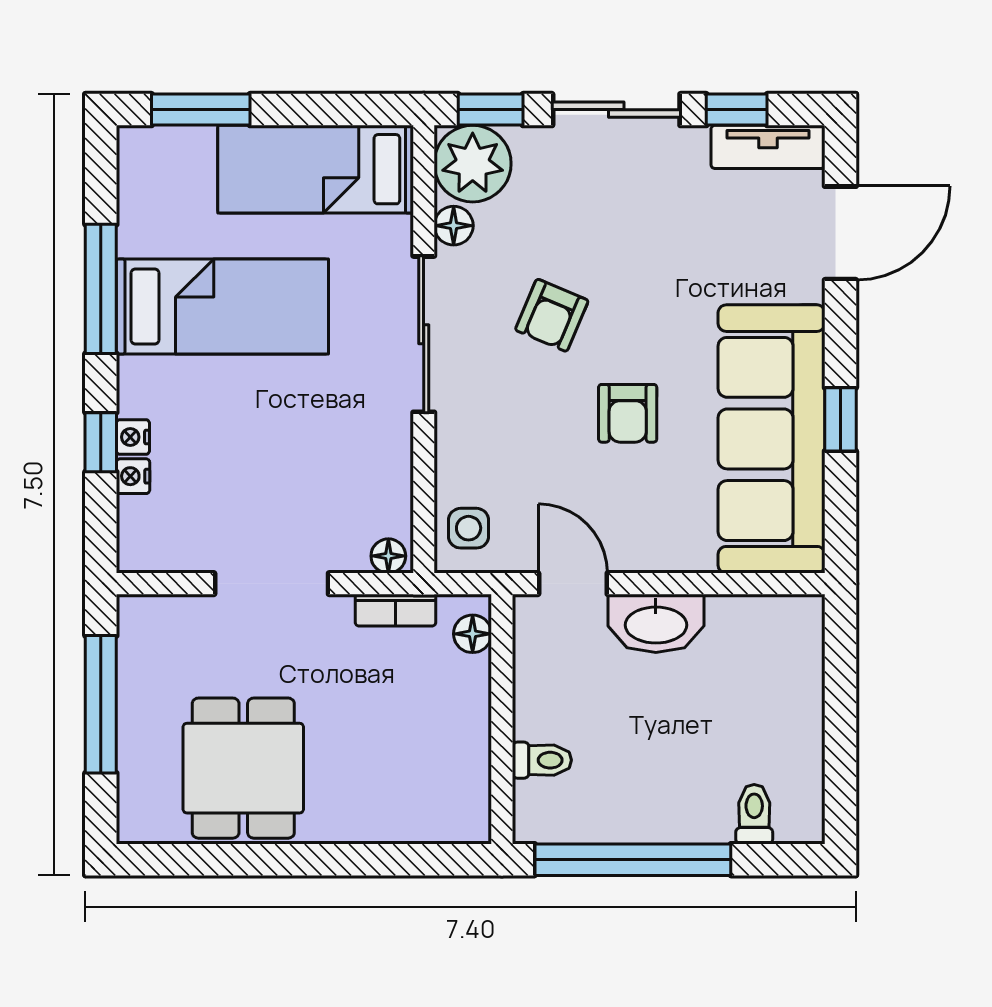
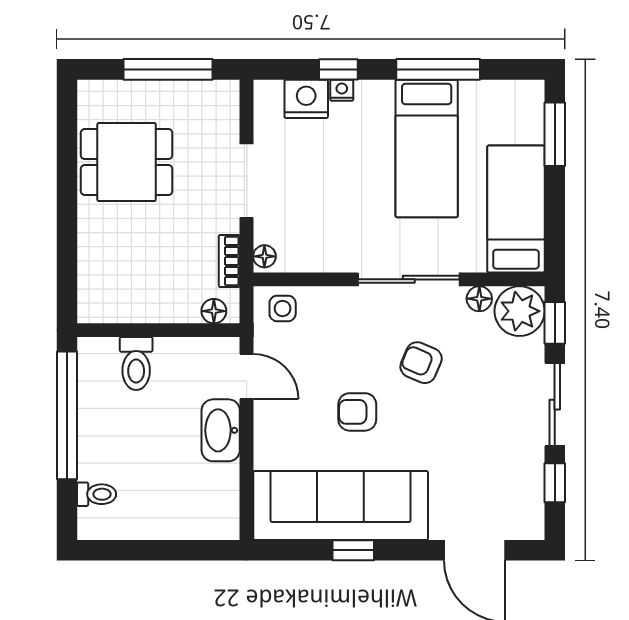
tv unit: (768, 147) -> (530, 503), removed
nightstand: (133, 476) -> (306, 99), width x1.89, depth x1.79
door: (573, 584) -> (247, 376), hinge flipped
toilet: (542, 760) -> (136, 364), width x1.37, depth x1.39

